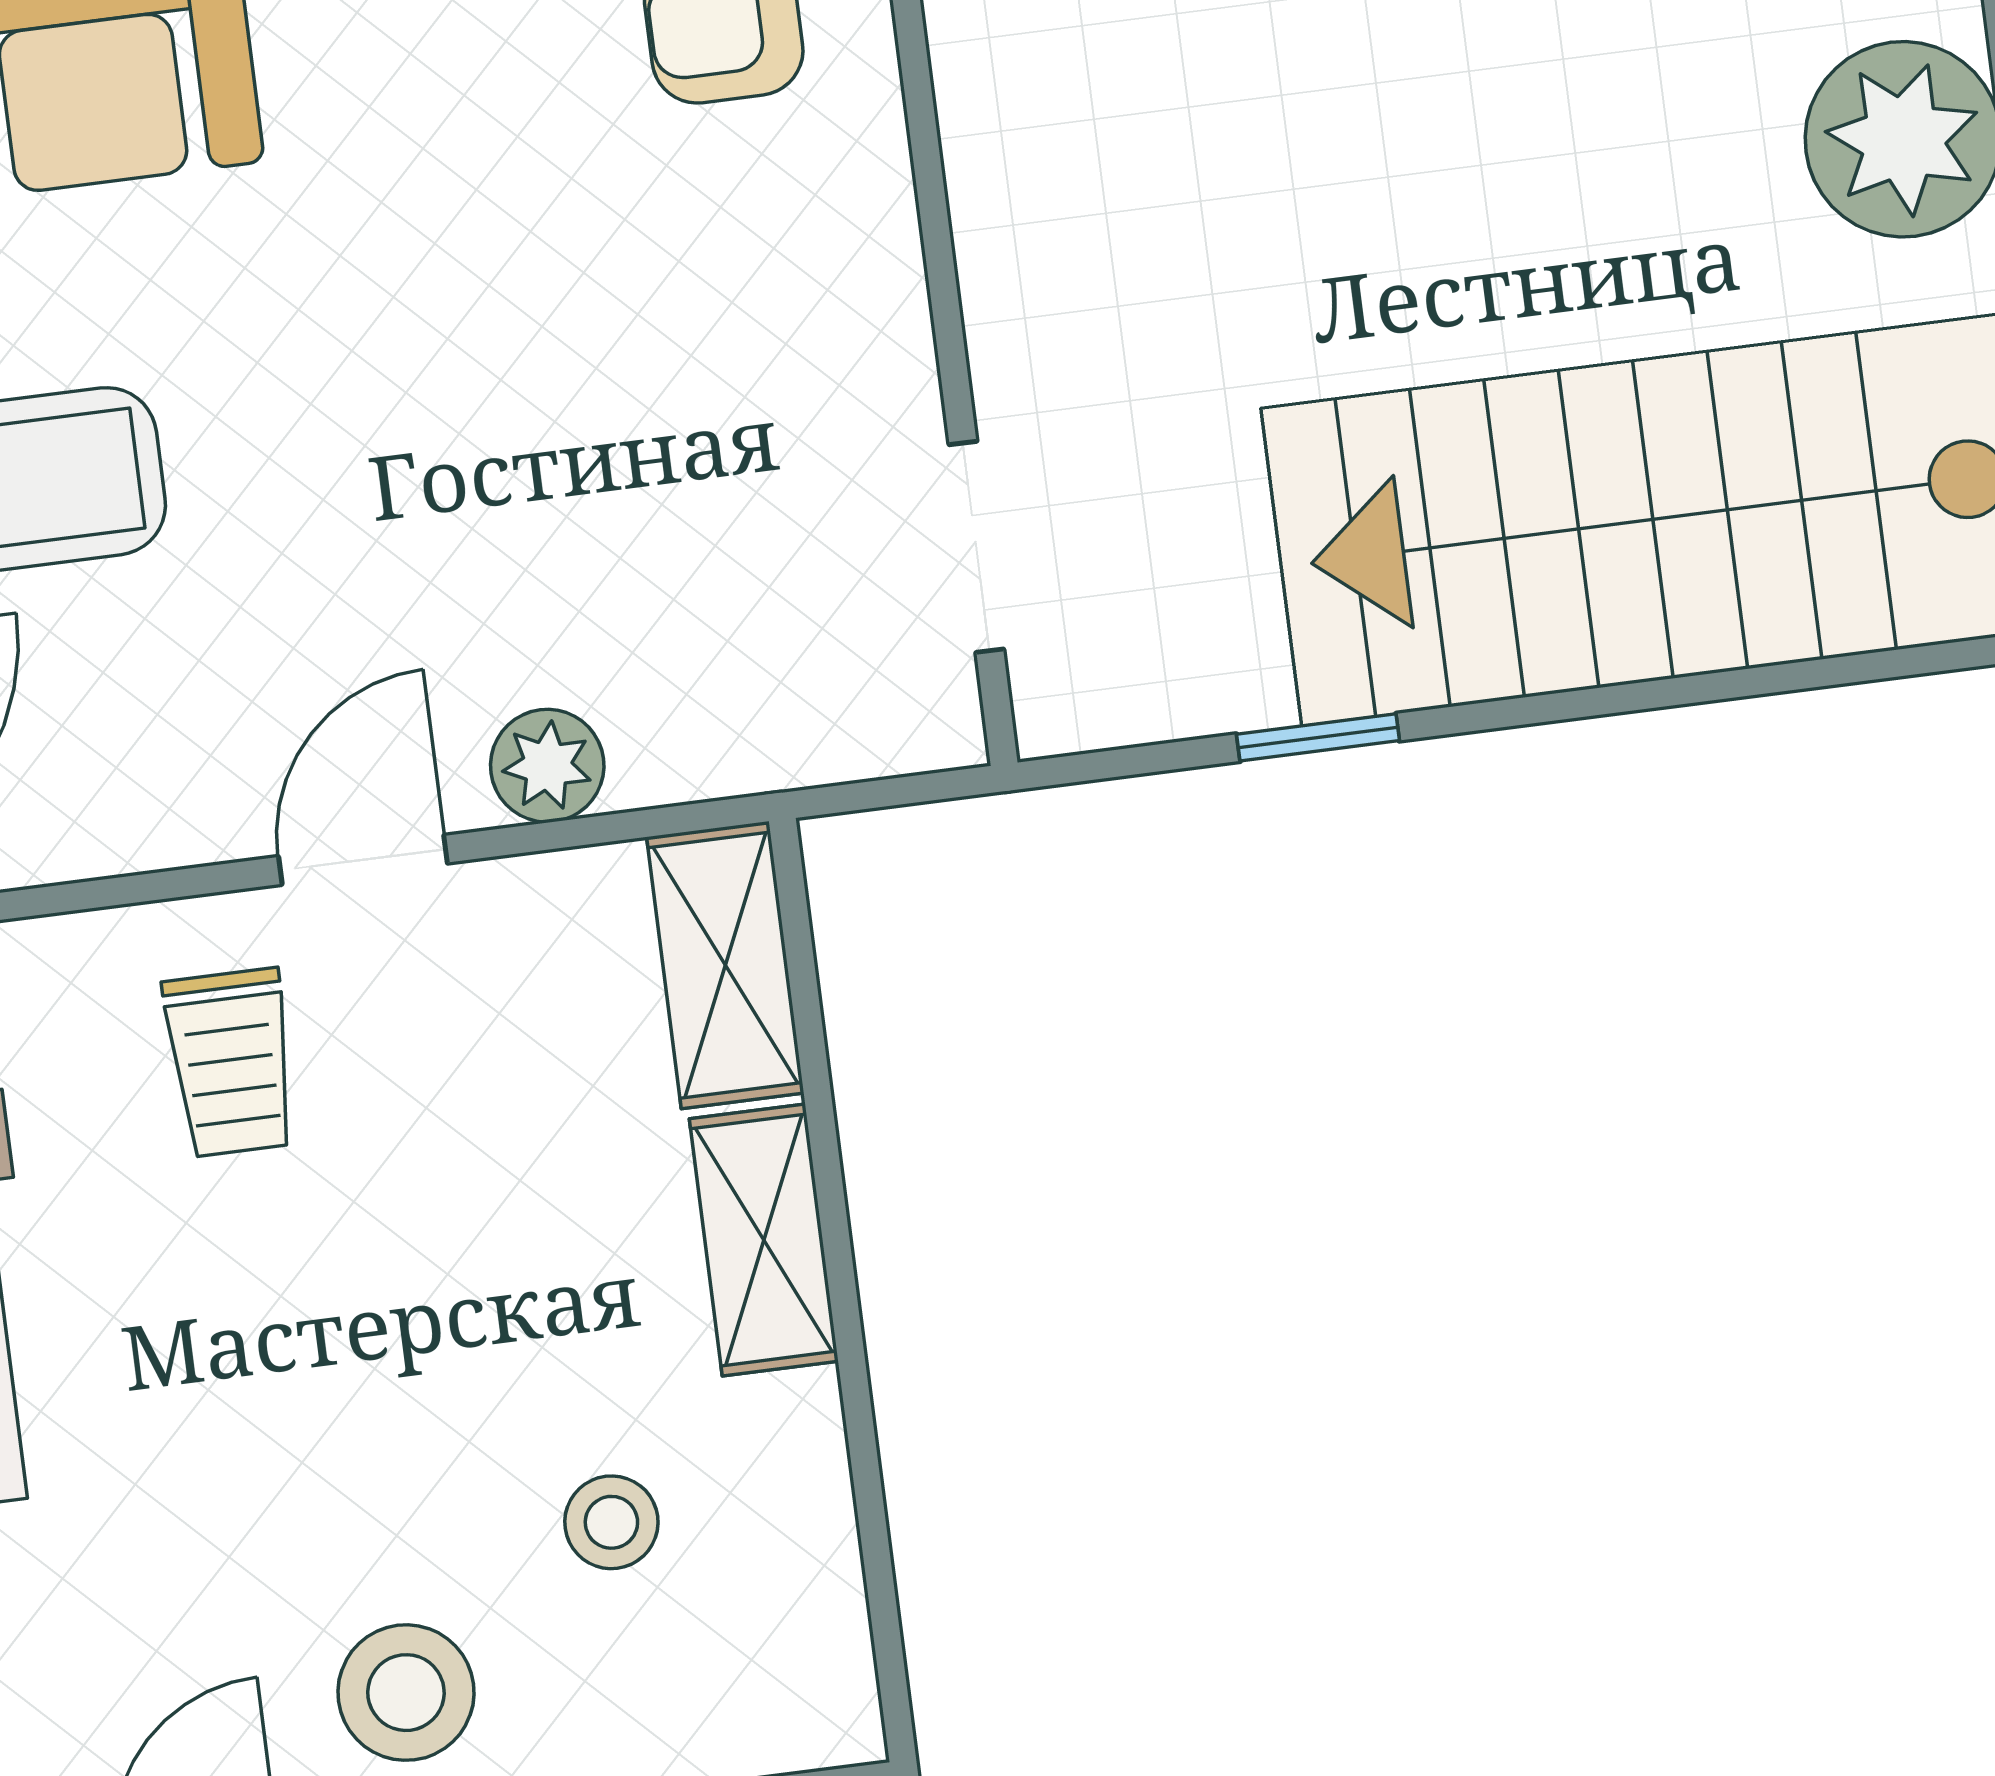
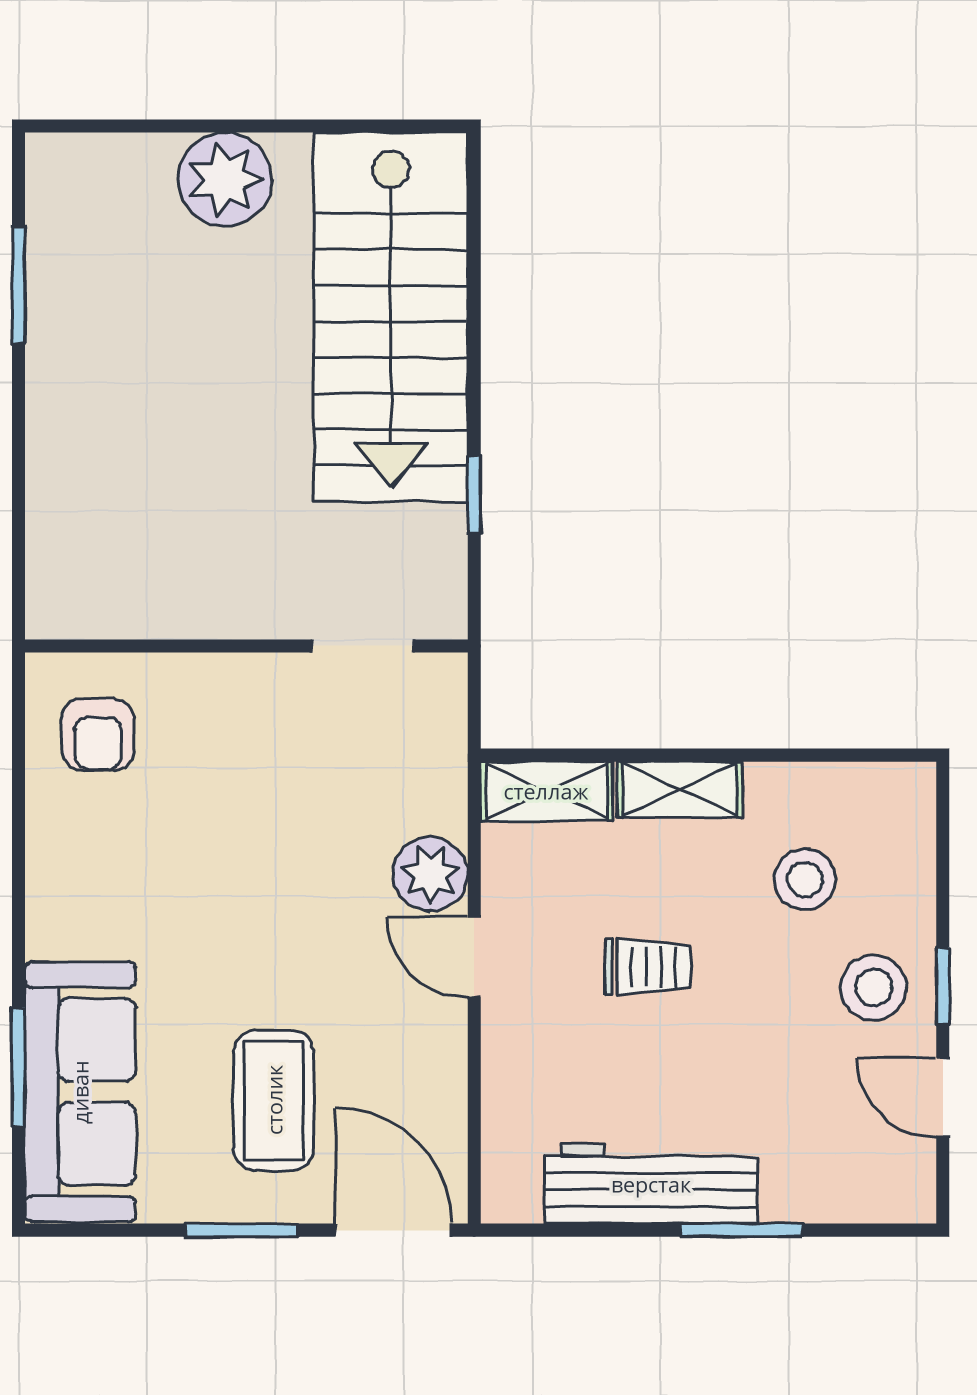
plant: (547, 766) -> (430, 874), width x1.38, depth x1.38
trolley: (231, 1063) -> (648, 967), moved
stool: (611, 1522) -> (805, 879), width x1.37, depth x1.37

